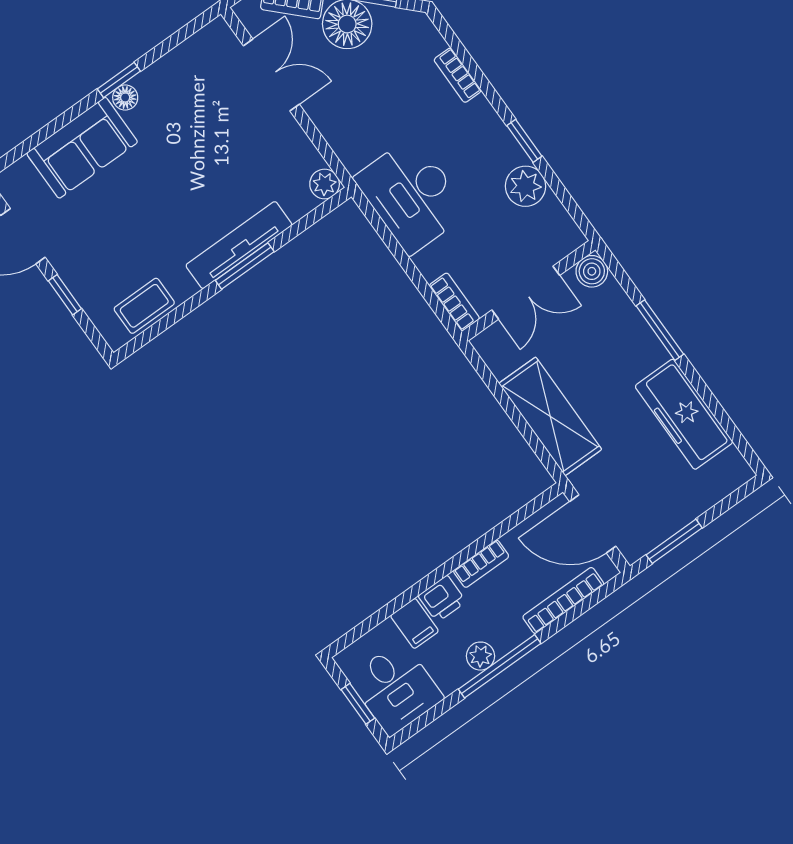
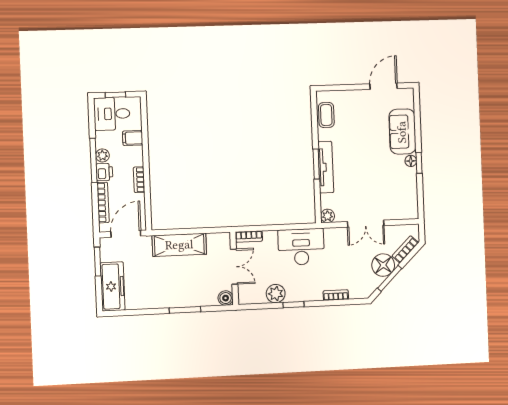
double door: (271, 75) -> (366, 224), moved
double door: (526, 293) -> (234, 267), swing flipped
window: (65, 295) -> (351, 87), removed
freezer: (684, 414) -> (113, 286), moved, turned 90
printer: (442, 599) -> (104, 172), moved, turned 180

